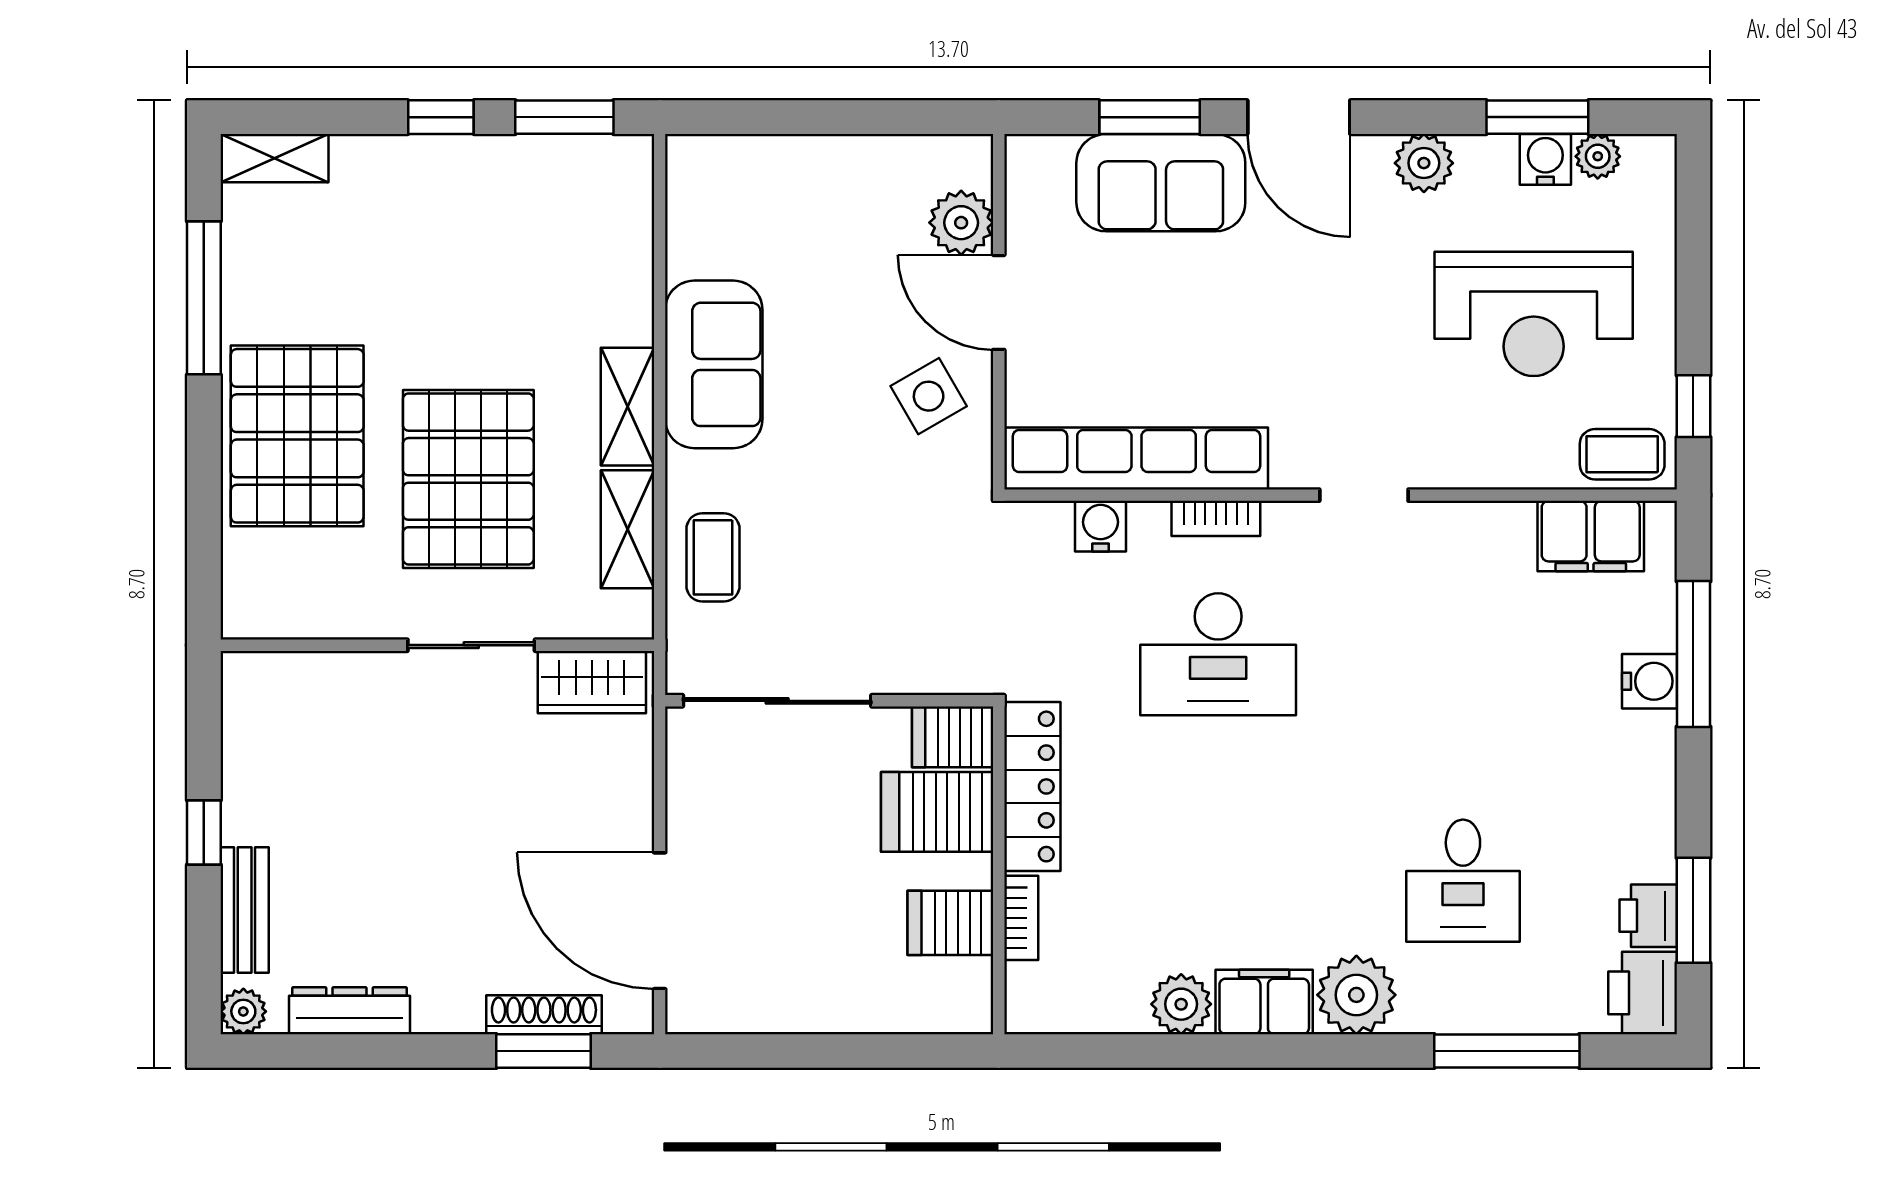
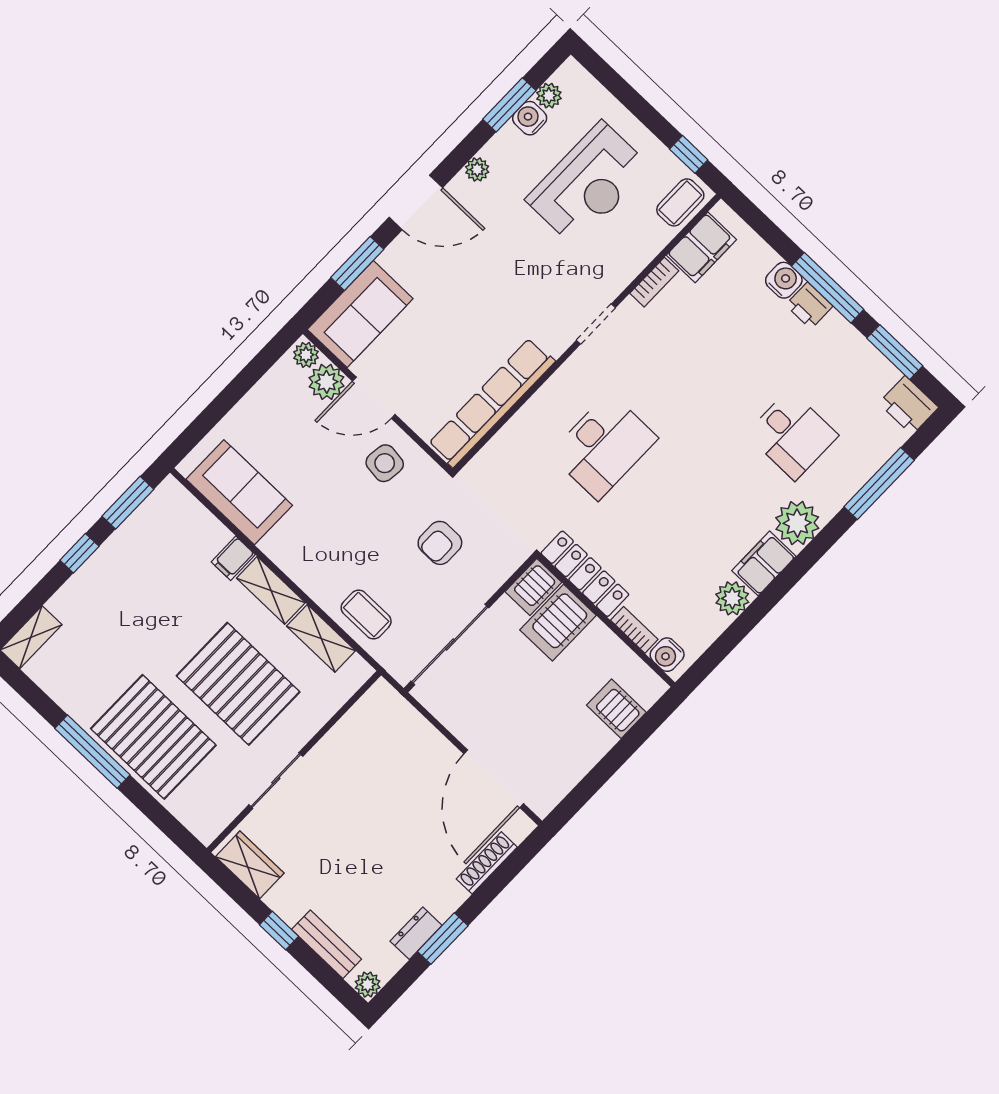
plant: (1424, 163) -> (477, 169), width x0.73, depth x0.73
plant: (970, 164) -> (306, 355), added
sofa: (1161, 183) -> (360, 314), moved
window: (204, 298) -> (92, 752), moved
filing cabinet: (622, 319) -> (233, 558), added
sofa: (714, 364) -> (239, 492), moved
side table: (929, 396) -> (385, 463), turned 37
bookcase: (1216, 518) -> (654, 282), moved
water cooler: (1101, 526) -> (667, 655), moved, turned -90
armchair: (894, 564) -> (440, 543), added
sliding door: (471, 645) -> (276, 781), moved
window: (1693, 654) -> (828, 288), moved
wardrobe: (592, 682) -> (250, 865), moved, turned -90
printer: (1648, 916) -> (809, 305), moved
door: (660, 921) -> (494, 779), hinge flipped
server rack: (950, 923) -> (616, 709), moved, turned 90
dresser: (350, 1011) -> (416, 933), width x0.70
window: (544, 1051) -> (443, 939), moved

